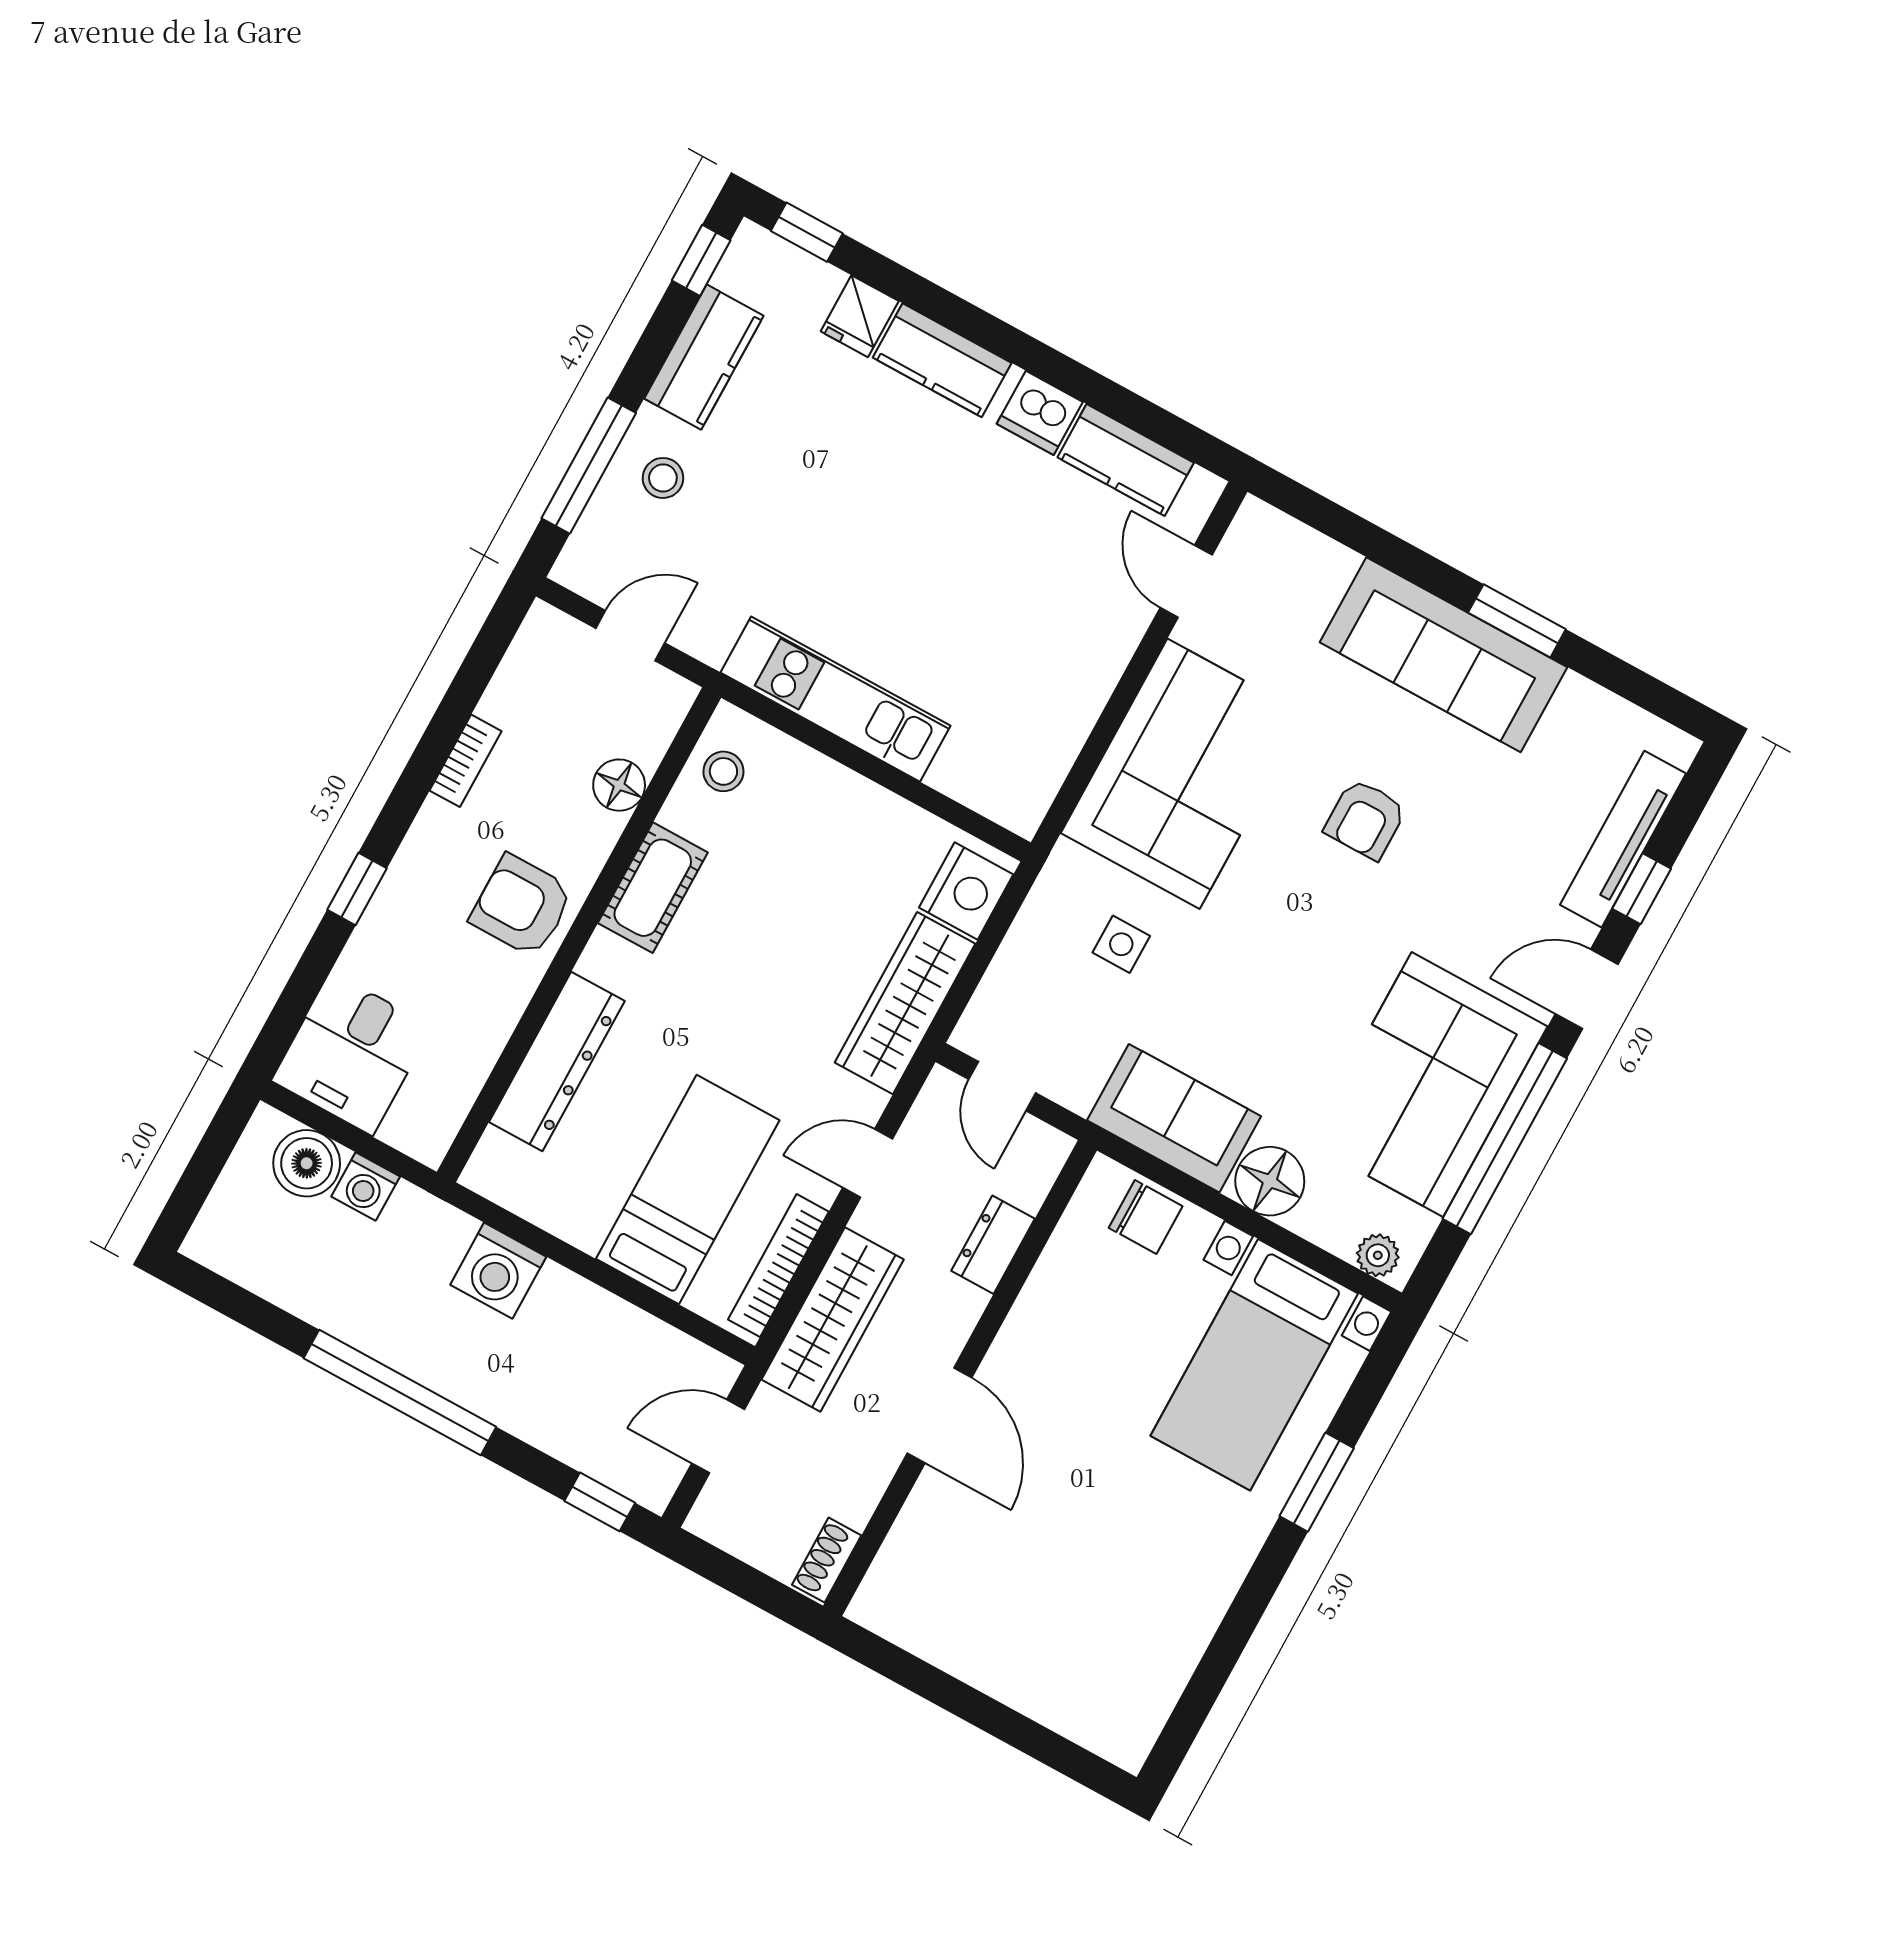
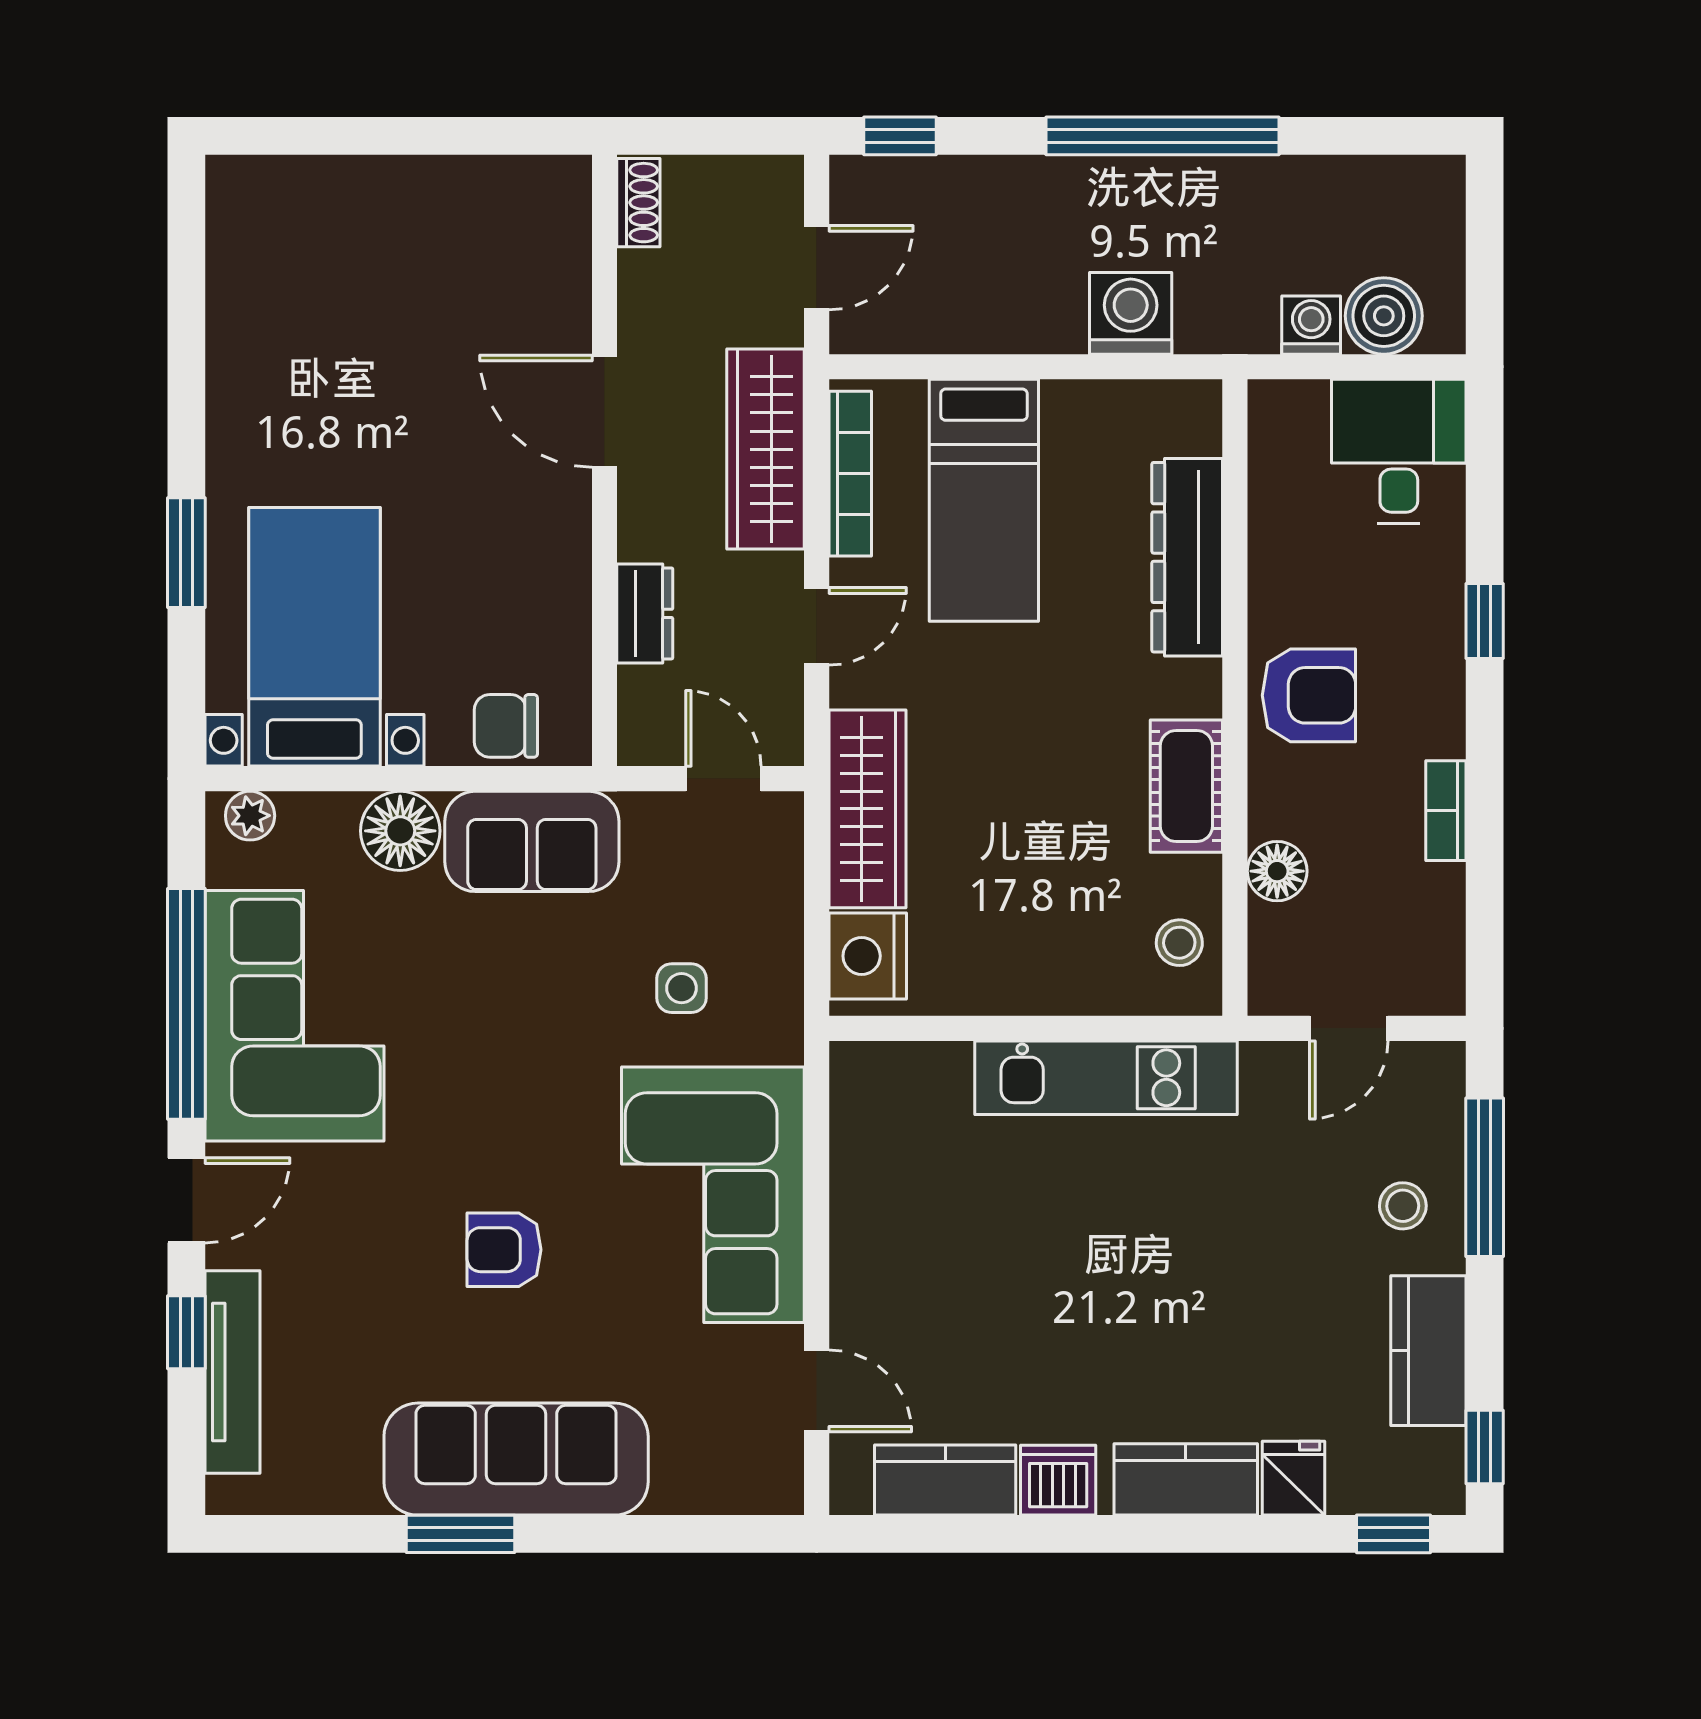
armchair: (1365, 819) -> (504, 1250), turned -90

